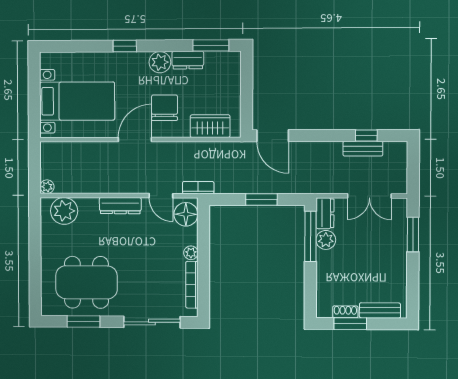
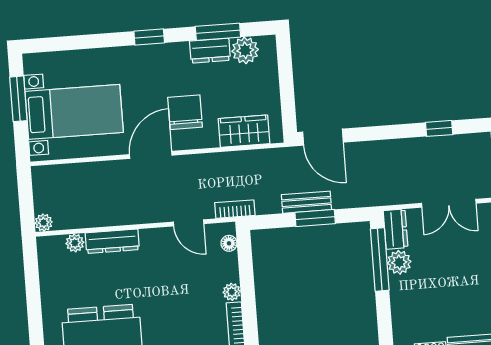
window: (211, 45) -> (218, 32), moved
window: (125, 46) -> (149, 37), moved
plant: (160, 62) -> (245, 50), moved
window: (34, 88) -> (18, 99), added
bench: (363, 149) -> (306, 202), moved
dresser: (120, 206) -> (112, 241), moved
plant: (64, 211) -> (75, 243), width x0.53, depth x0.53
floor lamp: (186, 214) -> (229, 243), width x0.53, depth x0.53

